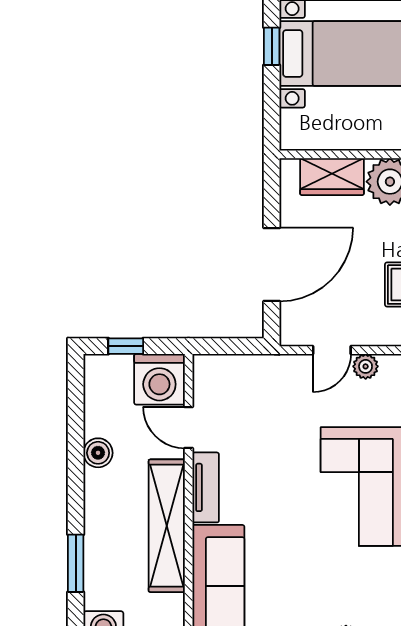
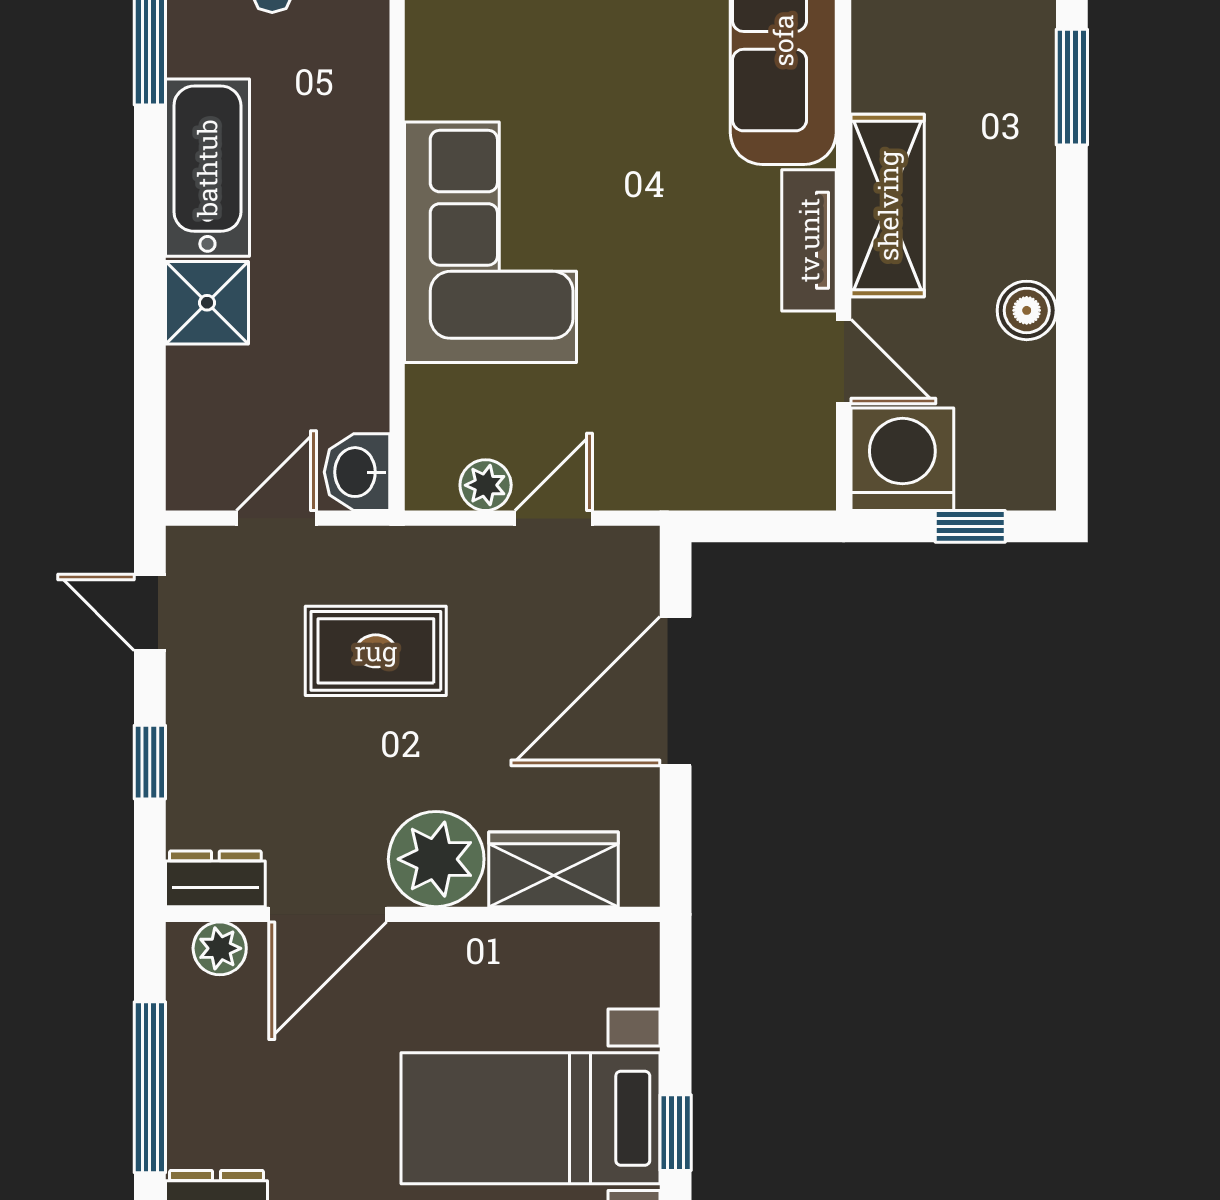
shelving: (167, 526) -> (888, 206), width x0.68

